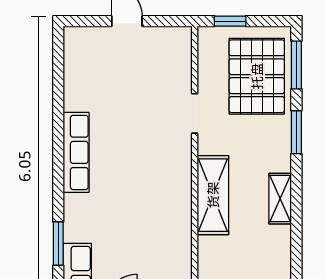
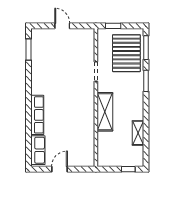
row of seats: (76, 152) -> (37, 115), moved
shelving: (280, 199) -> (138, 133), moved
window: (58, 244) -> (29, 50), moved

